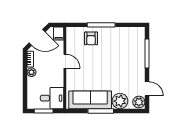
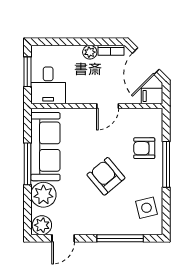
side table: (128, 37) -> (146, 208), added
armchair: (108, 62) -> (106, 176), added

